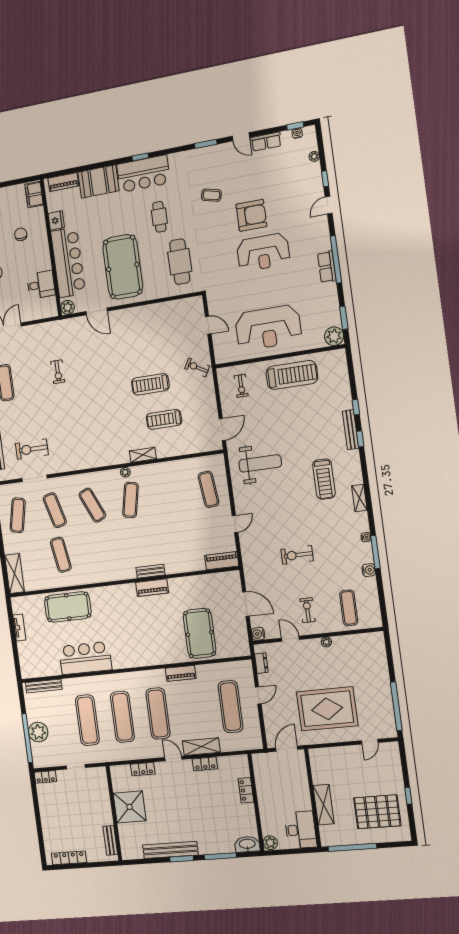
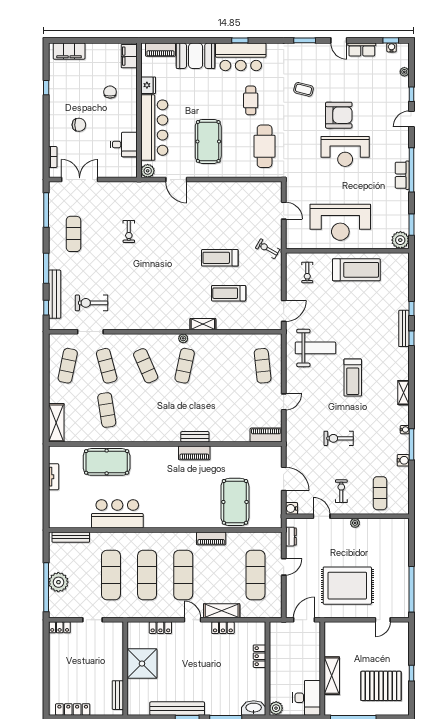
pool table: (123, 267) -> (208, 141), width x0.73, depth x0.76
treadmill: (324, 479) -> (353, 377), moved

